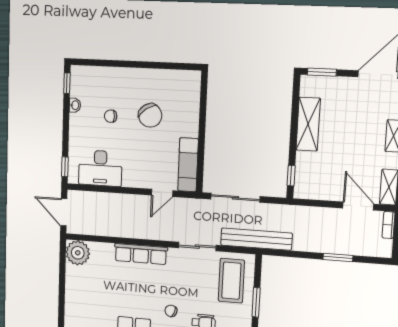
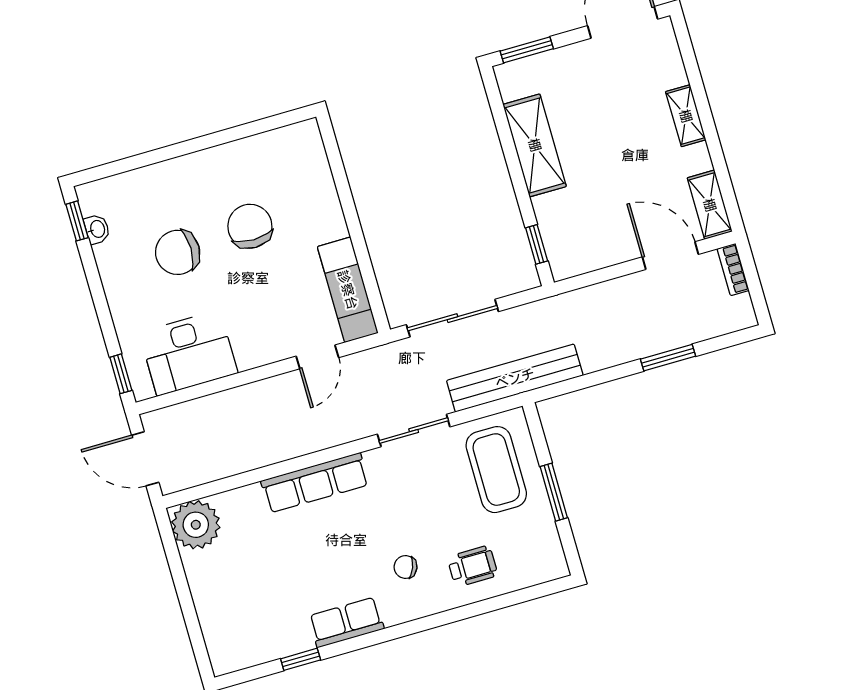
washbasin: (75, 105) -> (97, 229), moved
chair: (150, 115) -> (250, 226), turned -146
chair: (111, 116) -> (178, 252), width x1.87, depth x1.87

